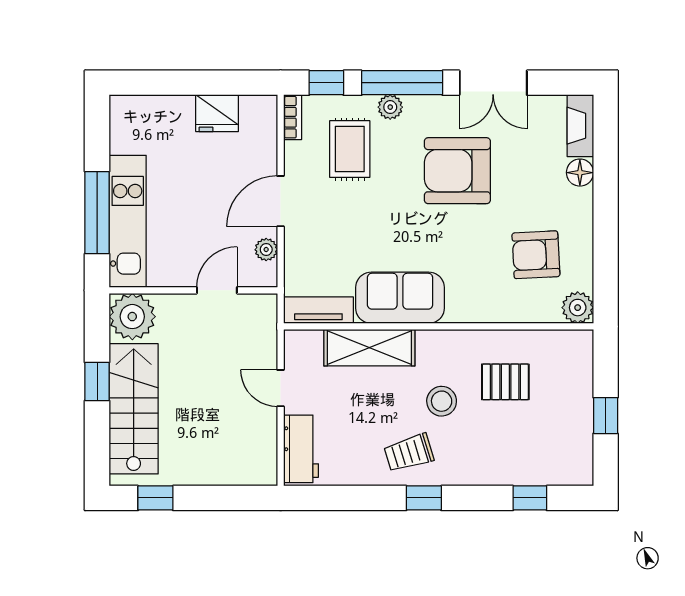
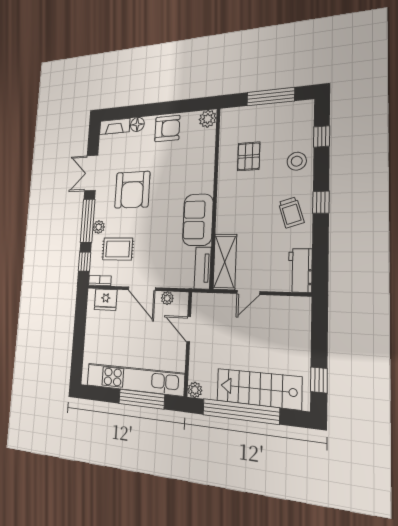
double door: (493, 83) -> (91, 173), swing flipped
fridge: (217, 113) -> (106, 300), moved, turned 90
kitchen unit: (128, 221) -> (134, 379), width x1.36
armchair: (536, 255) -> (167, 129), moved, turned -87
plant: (132, 317) -> (195, 390), width x0.53, depth x0.53
shelving: (369, 348) -> (225, 262), moved
window: (97, 381) -> (240, 411), width x3.17
stool: (442, 401) -> (297, 161), moved
window: (606, 416) -> (271, 97), width x2.17
workbench: (301, 449) -> (300, 270), moved, turned -90

